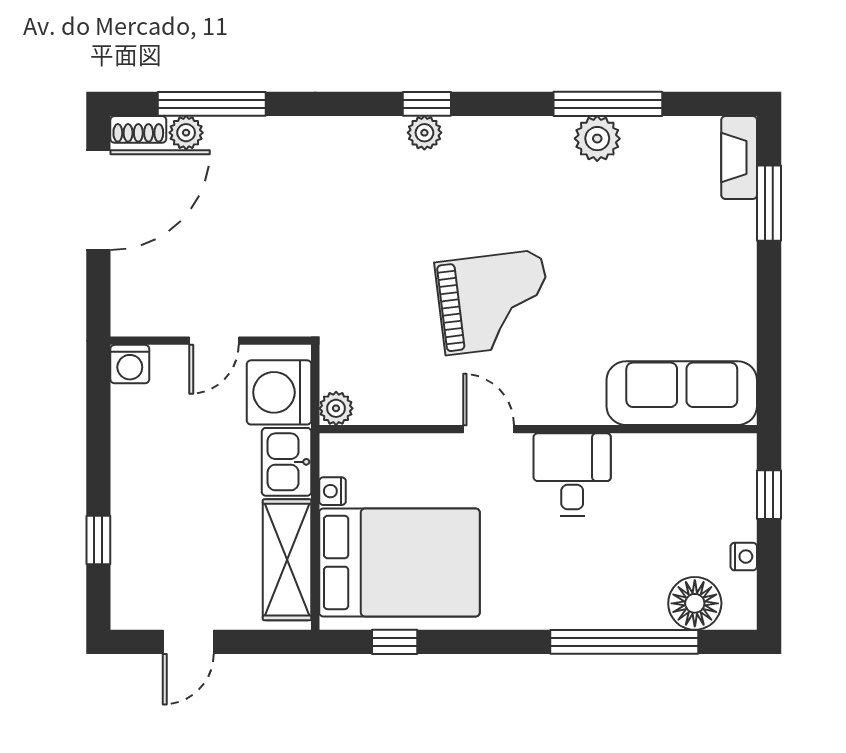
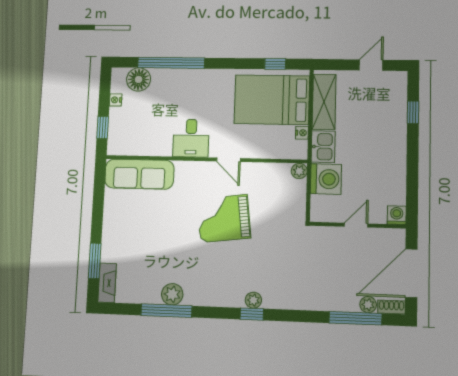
wall: (211, 341) -> (358, 225), moved
door: (214, 341) -> (356, 225), moved
washing machine: (130, 364) -> (397, 215), moved

